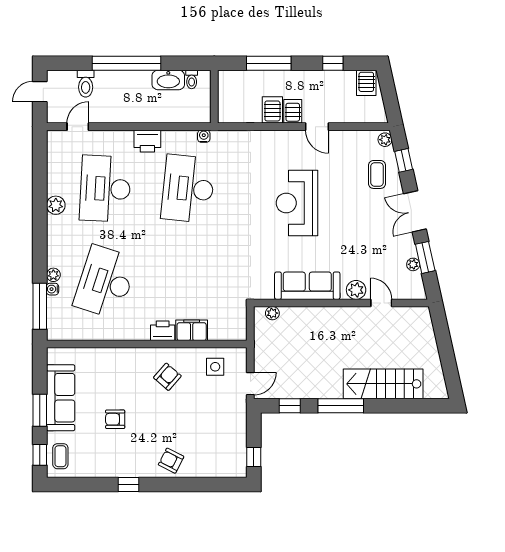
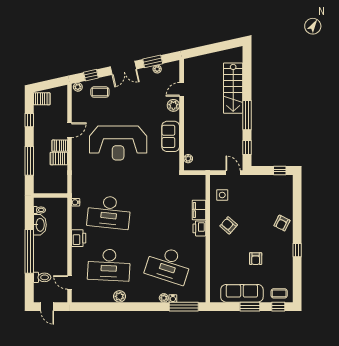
reception desk: (297, 203) -> (118, 143), width x1.36, depth x1.30
sofa: (307, 286) -> (171, 136), width x0.73

